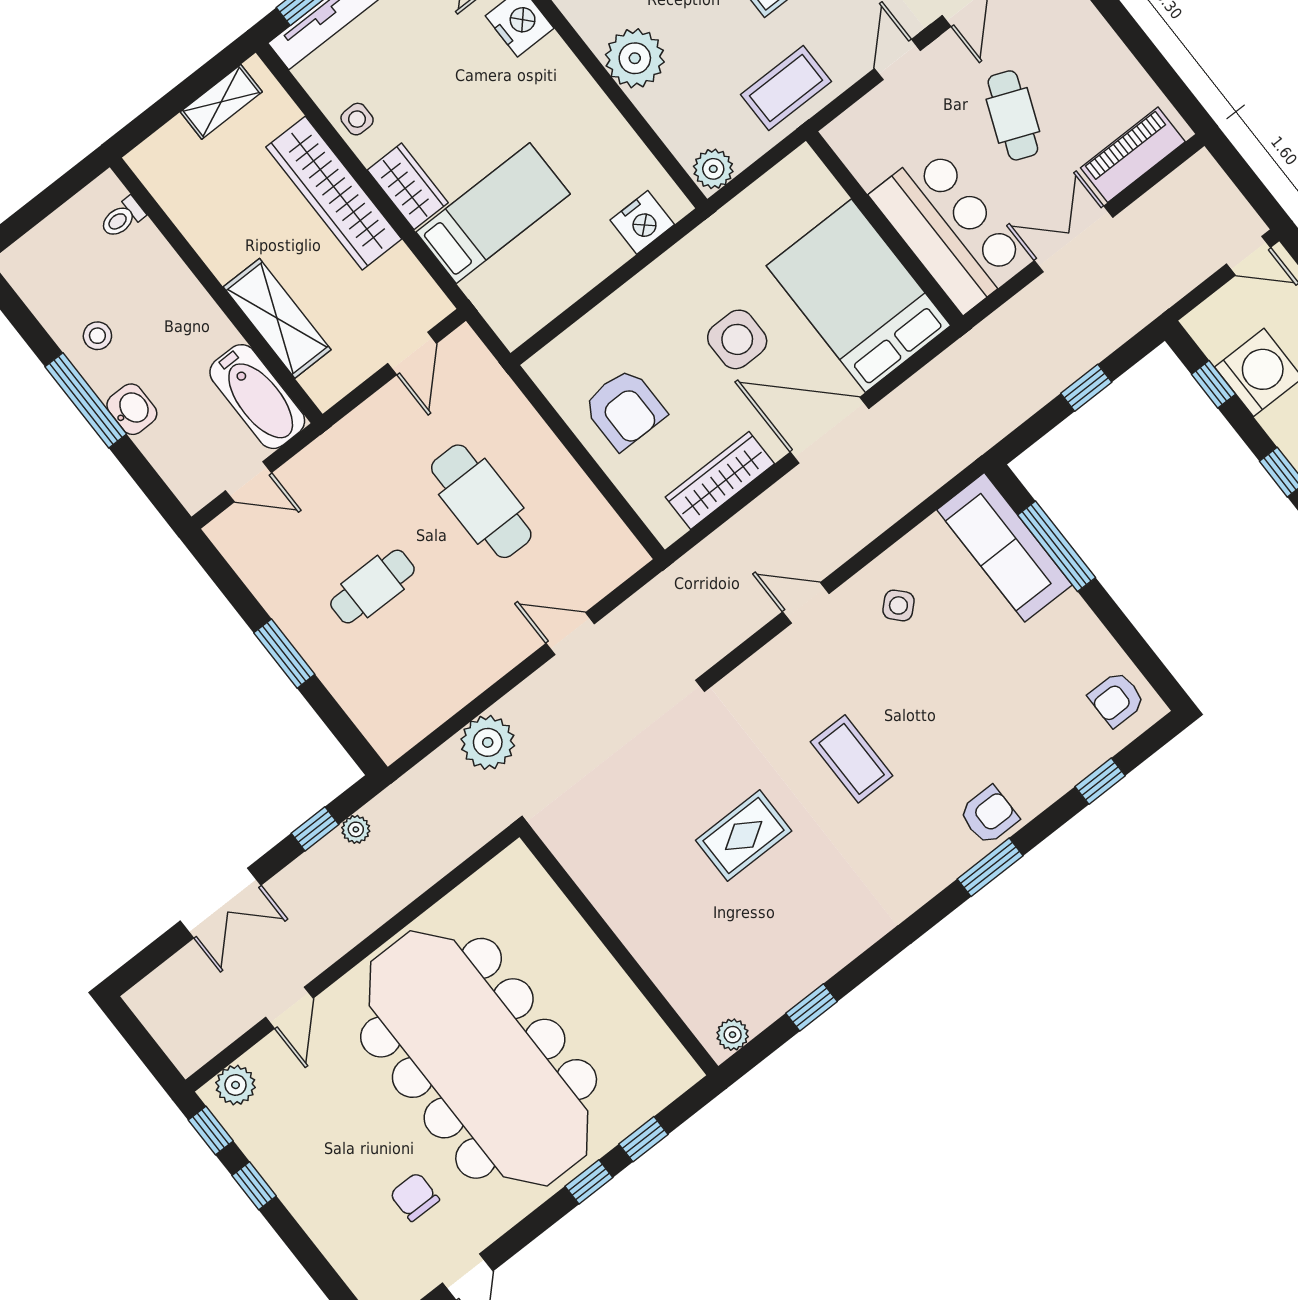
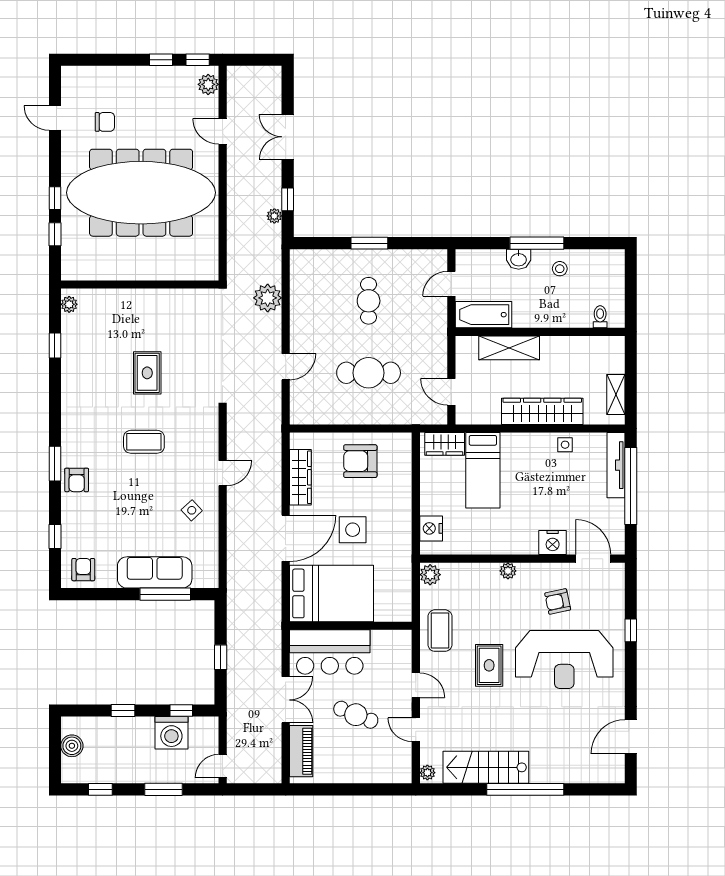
plant: (635, 58) -> (508, 571), width x0.53, depth x0.53
wardrobe: (408, 186) -> (445, 444), moved
sofa: (1005, 547) -> (155, 572), moved

